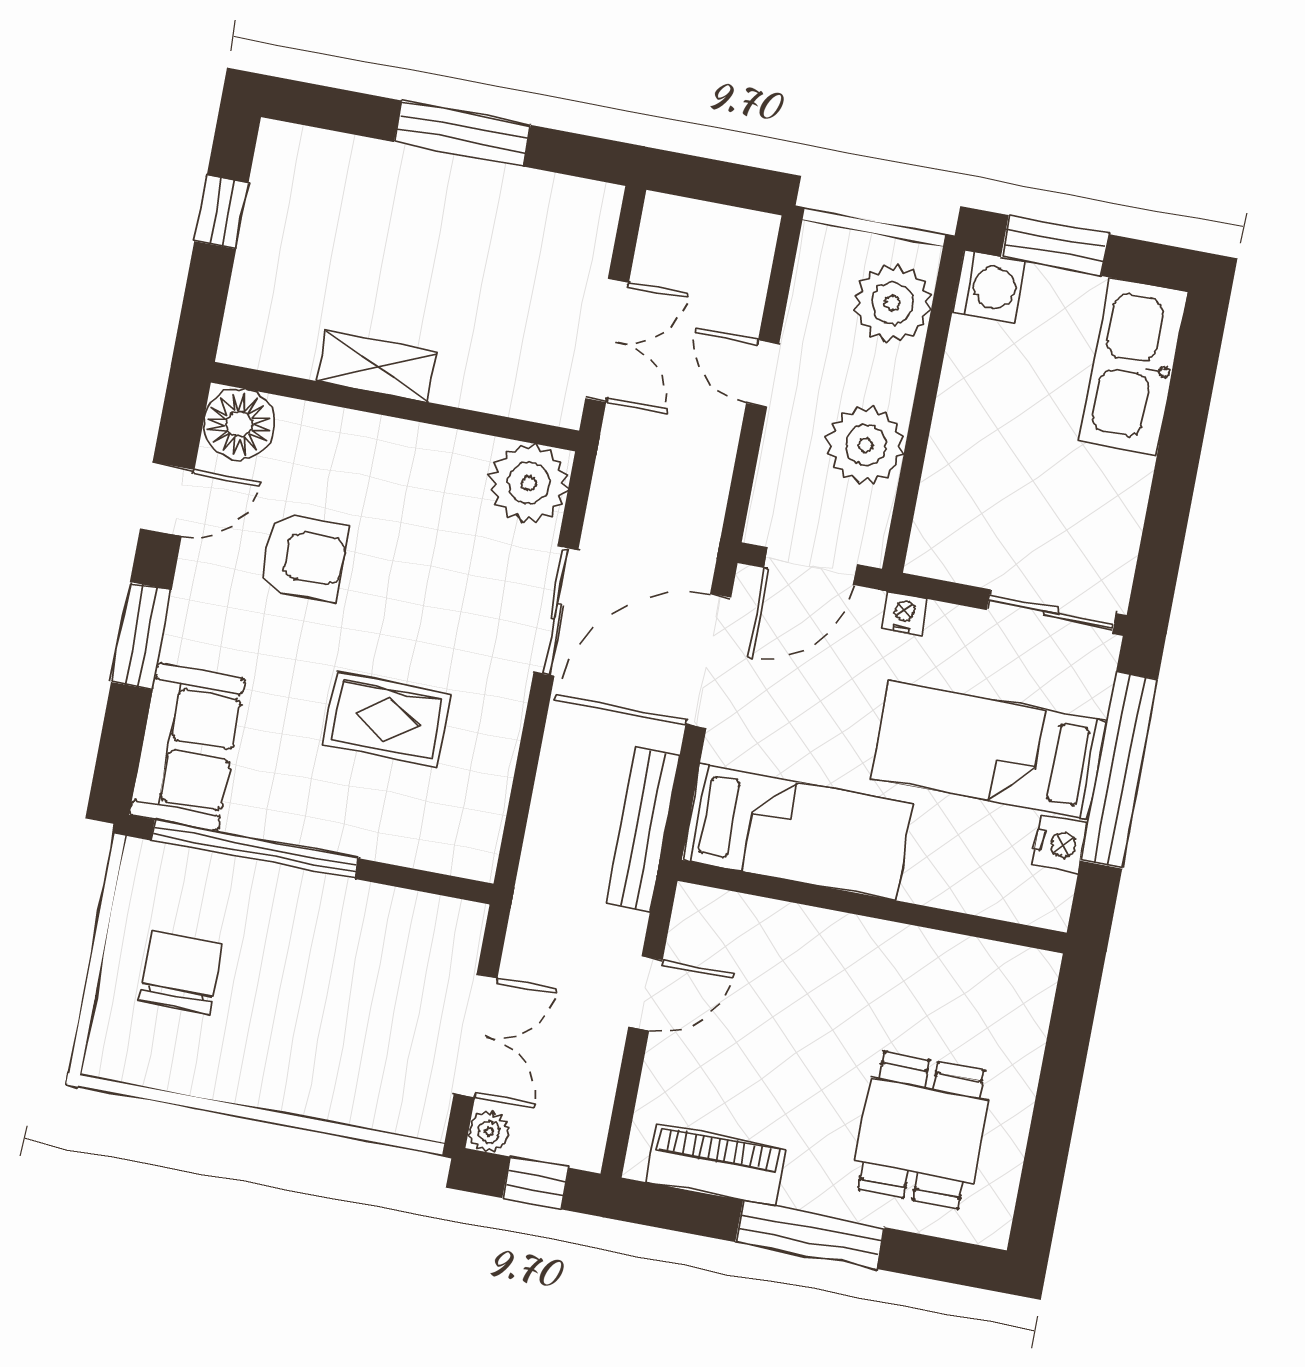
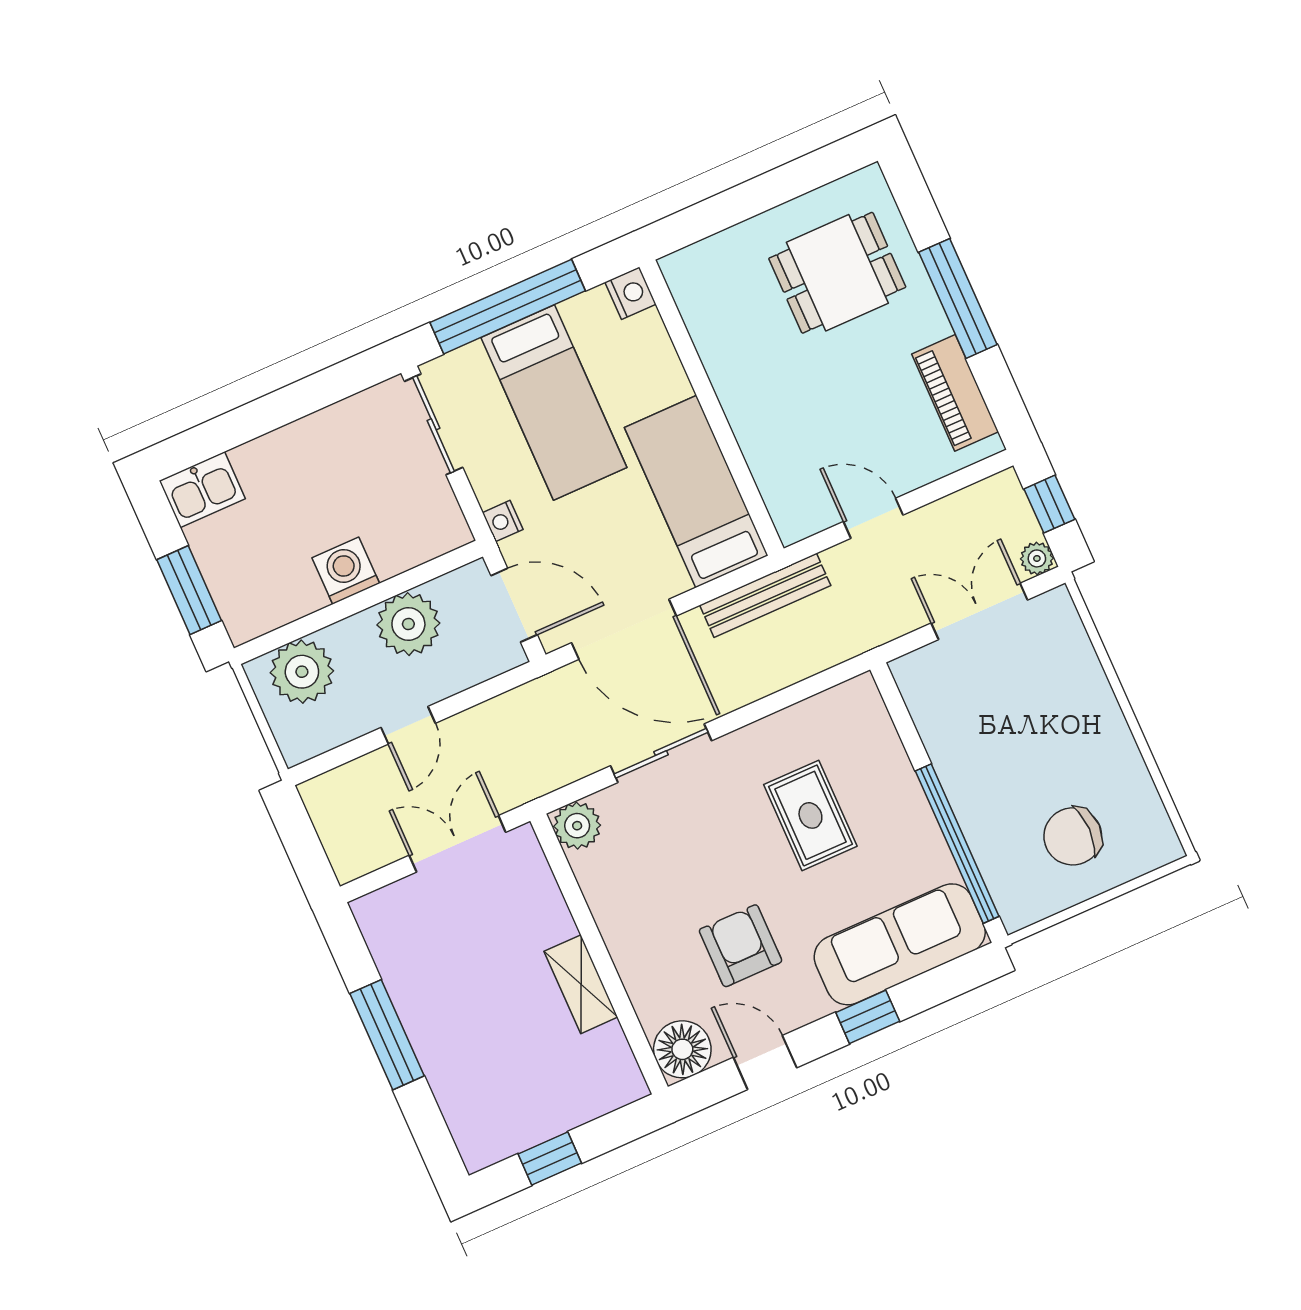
washing machine: (989, 287) -> (346, 571), moved
kitchen sink: (1133, 366) -> (202, 490), width x0.53, depth x0.81
plant: (529, 483) -> (577, 826), width x0.73, depth x0.73
window: (141, 636) -> (868, 1017), width x0.67
sofa: (187, 747) -> (900, 944), width x1.36
nightstand: (1060, 844) -> (631, 293), moved, turned 90

